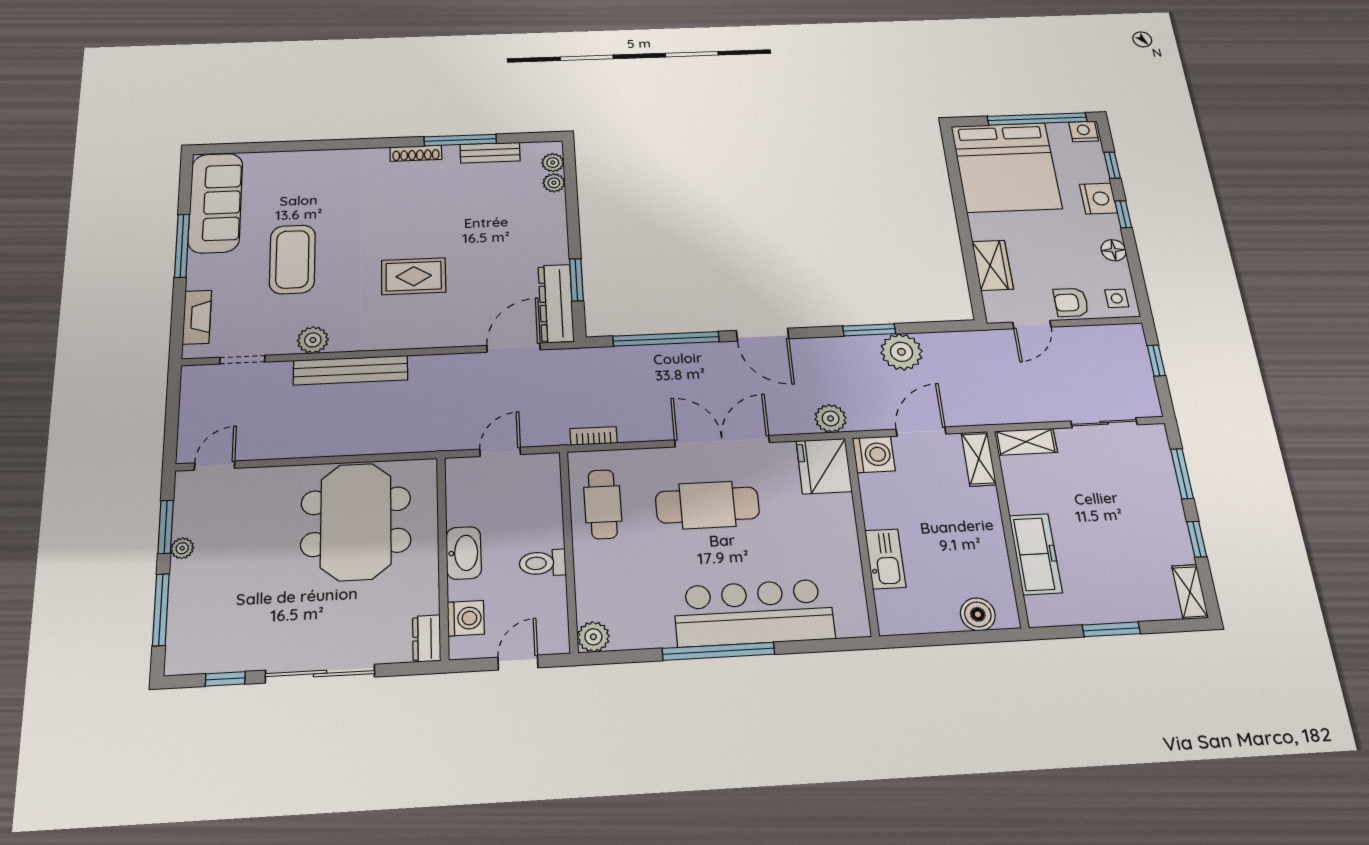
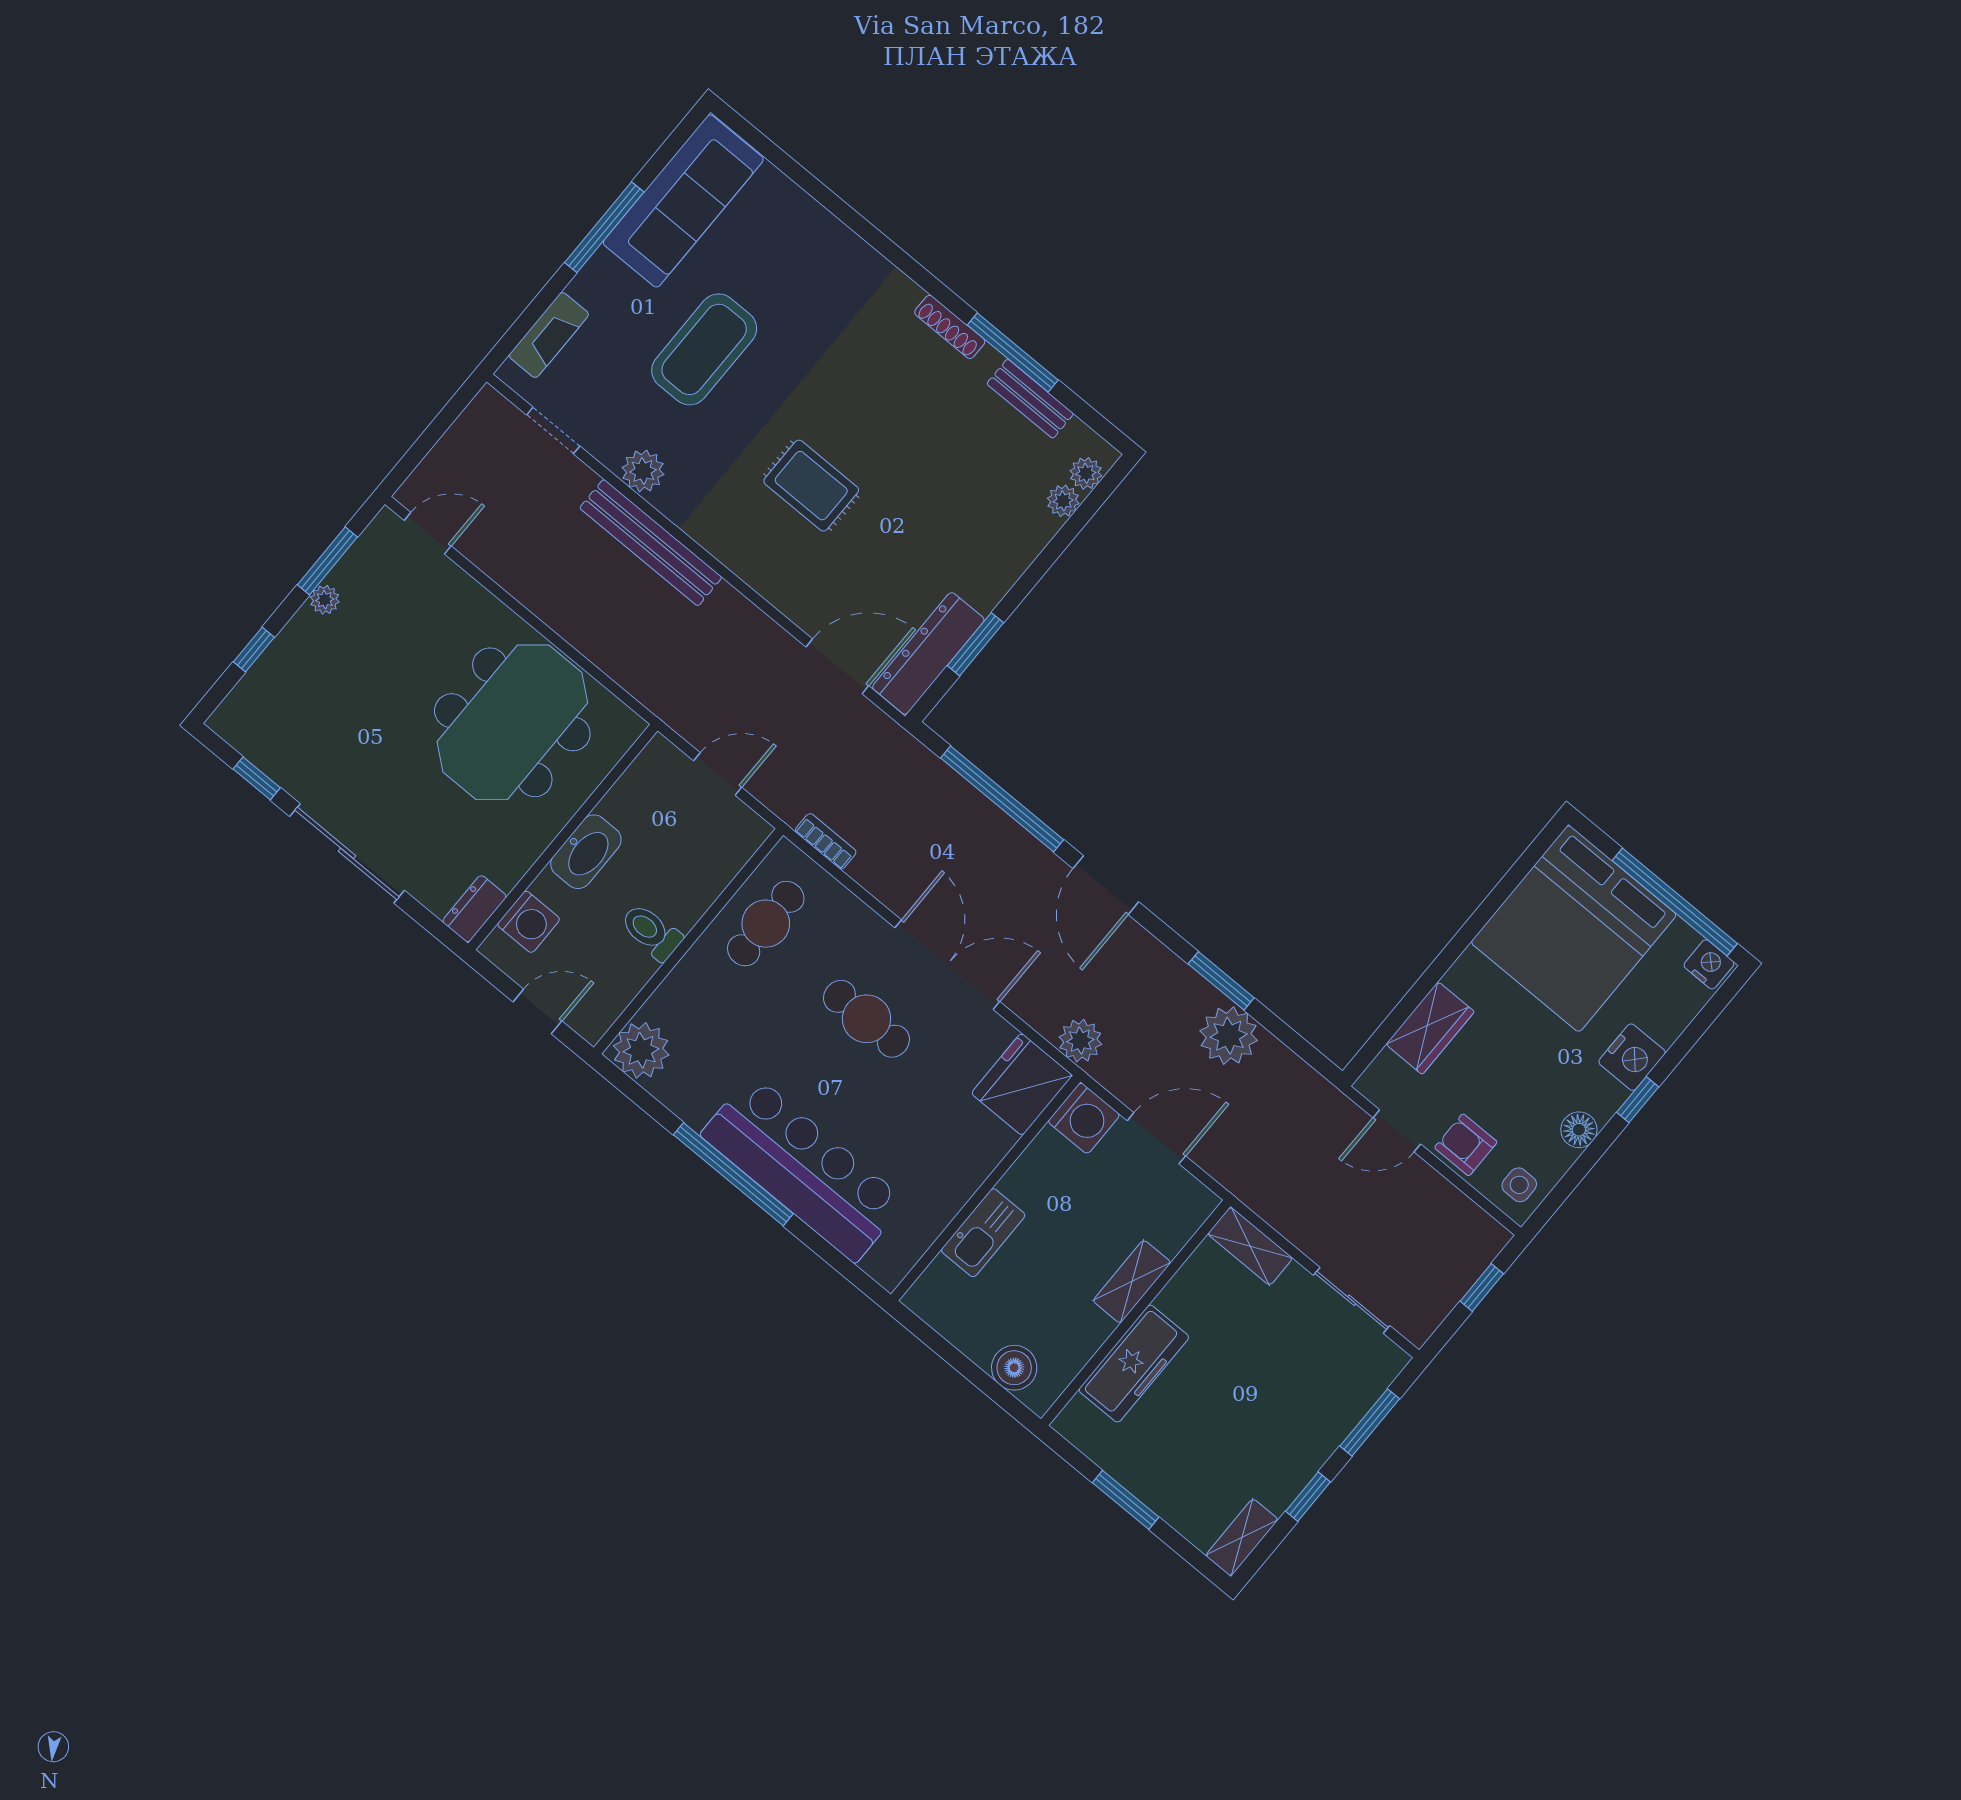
window: (1112, 165) -> (1693, 1033), removed
shelving: (979, 459) -> (1132, 1282), moved
cafe table: (707, 505) -> (866, 1019), width x0.73, depth x0.74
window: (161, 610) -> (254, 649), width x0.46
plant: (593, 637) -> (641, 1050), width x1.36, depth x1.36

